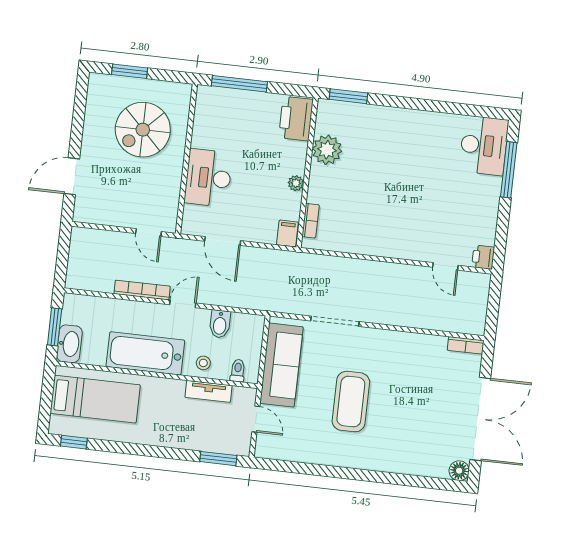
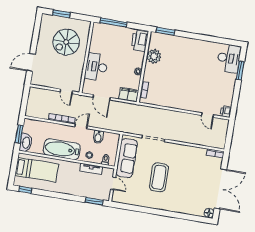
window: (509, 170) -> (240, 70), width x0.69
filing cabinet: (287, 233) -> (128, 95), width x2.00

